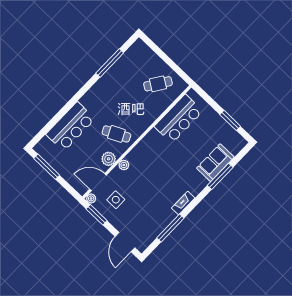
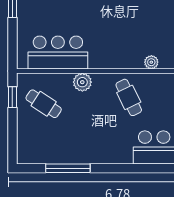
window: (178, 70) -> (12, 97), added
plant: (109, 159) -> (82, 82), moved

